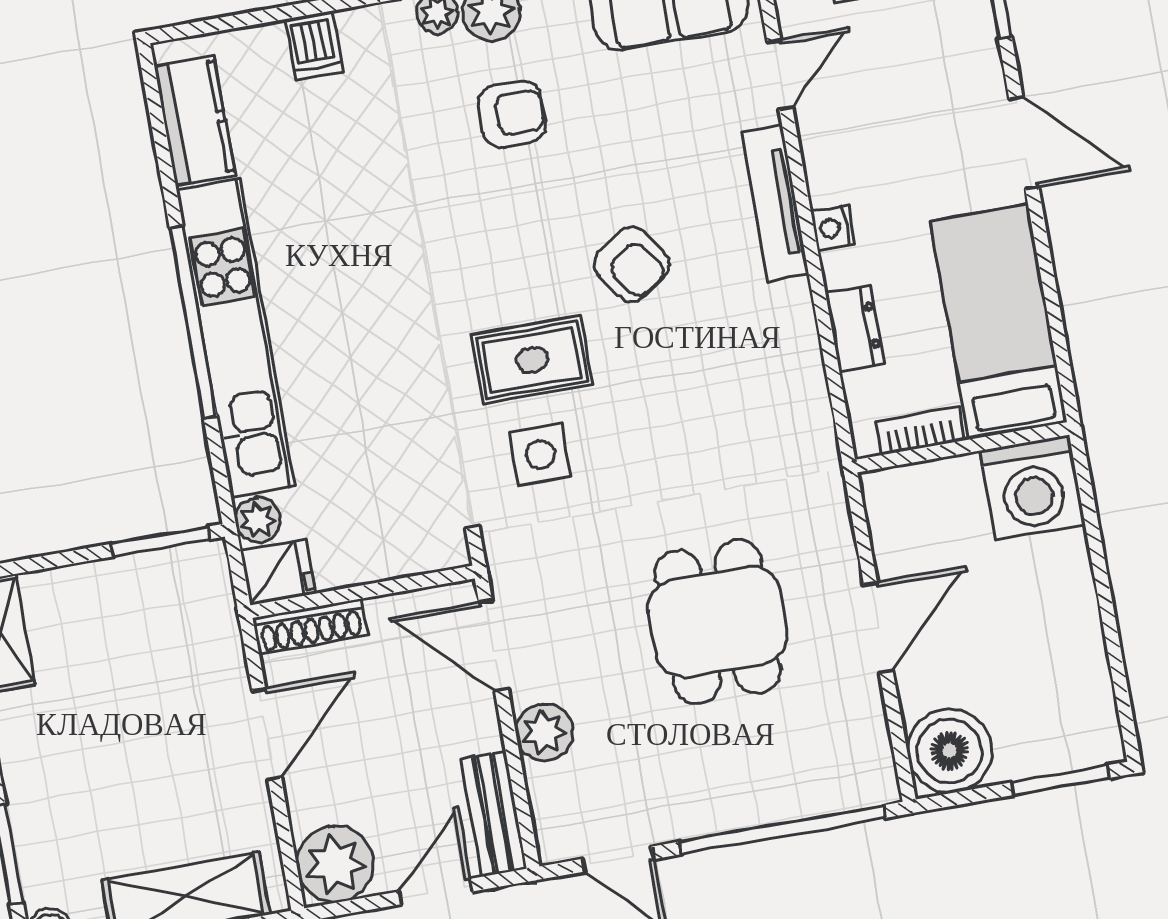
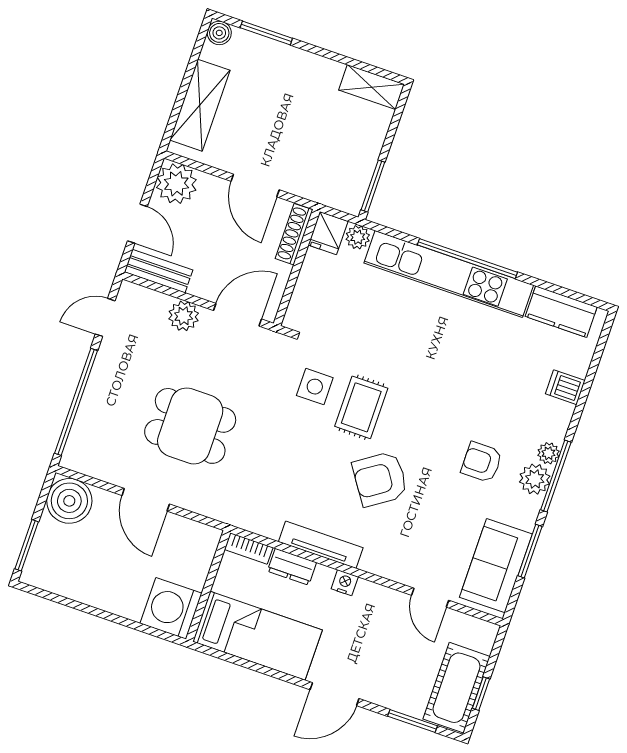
armchair: (512, 114) -> (482, 462), turned 90
tv unit: (775, 203) -> (321, 545), moved
armchair: (632, 264) -> (380, 479), width x1.38, depth x1.38
bookcase: (920, 431) -> (249, 548), moved, turned 90

